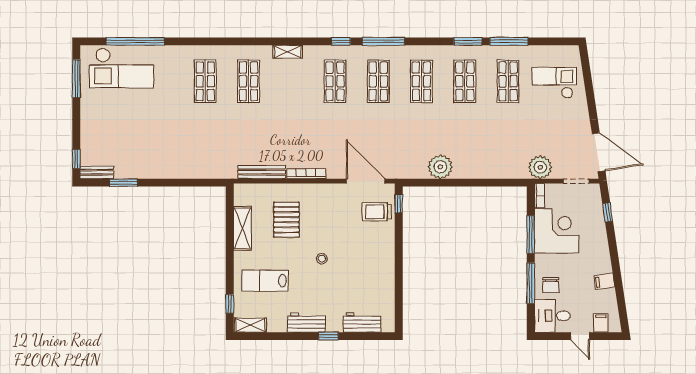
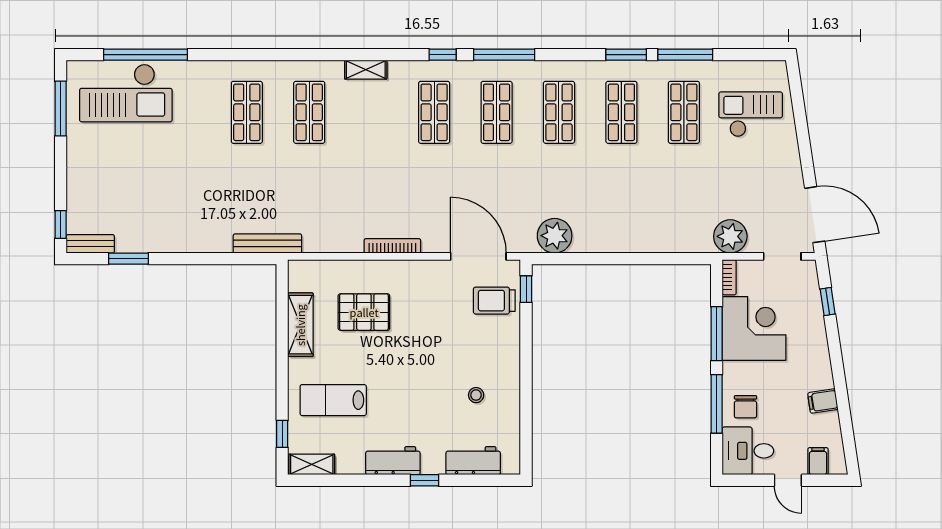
plant: (440, 167) -> (555, 236), moved
bench: (262, 172) -> (267, 243), moved
pallet: (286, 220) -> (364, 312), turned 90
stool: (322, 259) -> (476, 395), moved

